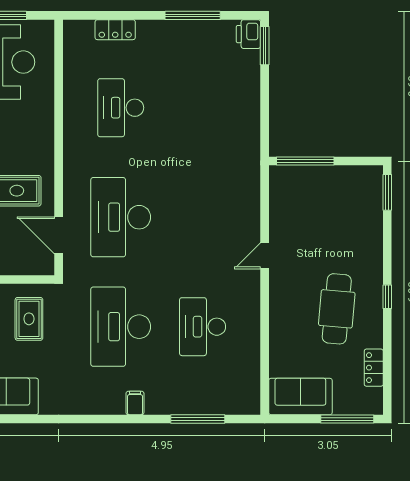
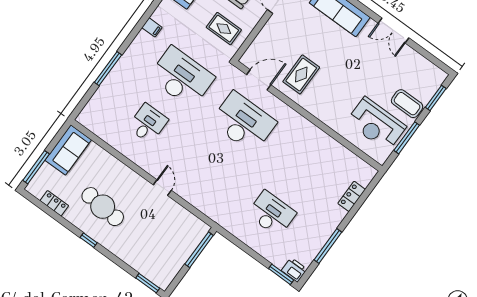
desk: (121, 108) -> (272, 214), moved
desk: (203, 327) -> (148, 123), width x0.73
filing cabinet: (135, 403) -> (152, 27), moved
window: (198, 419) -> (108, 69), moved

